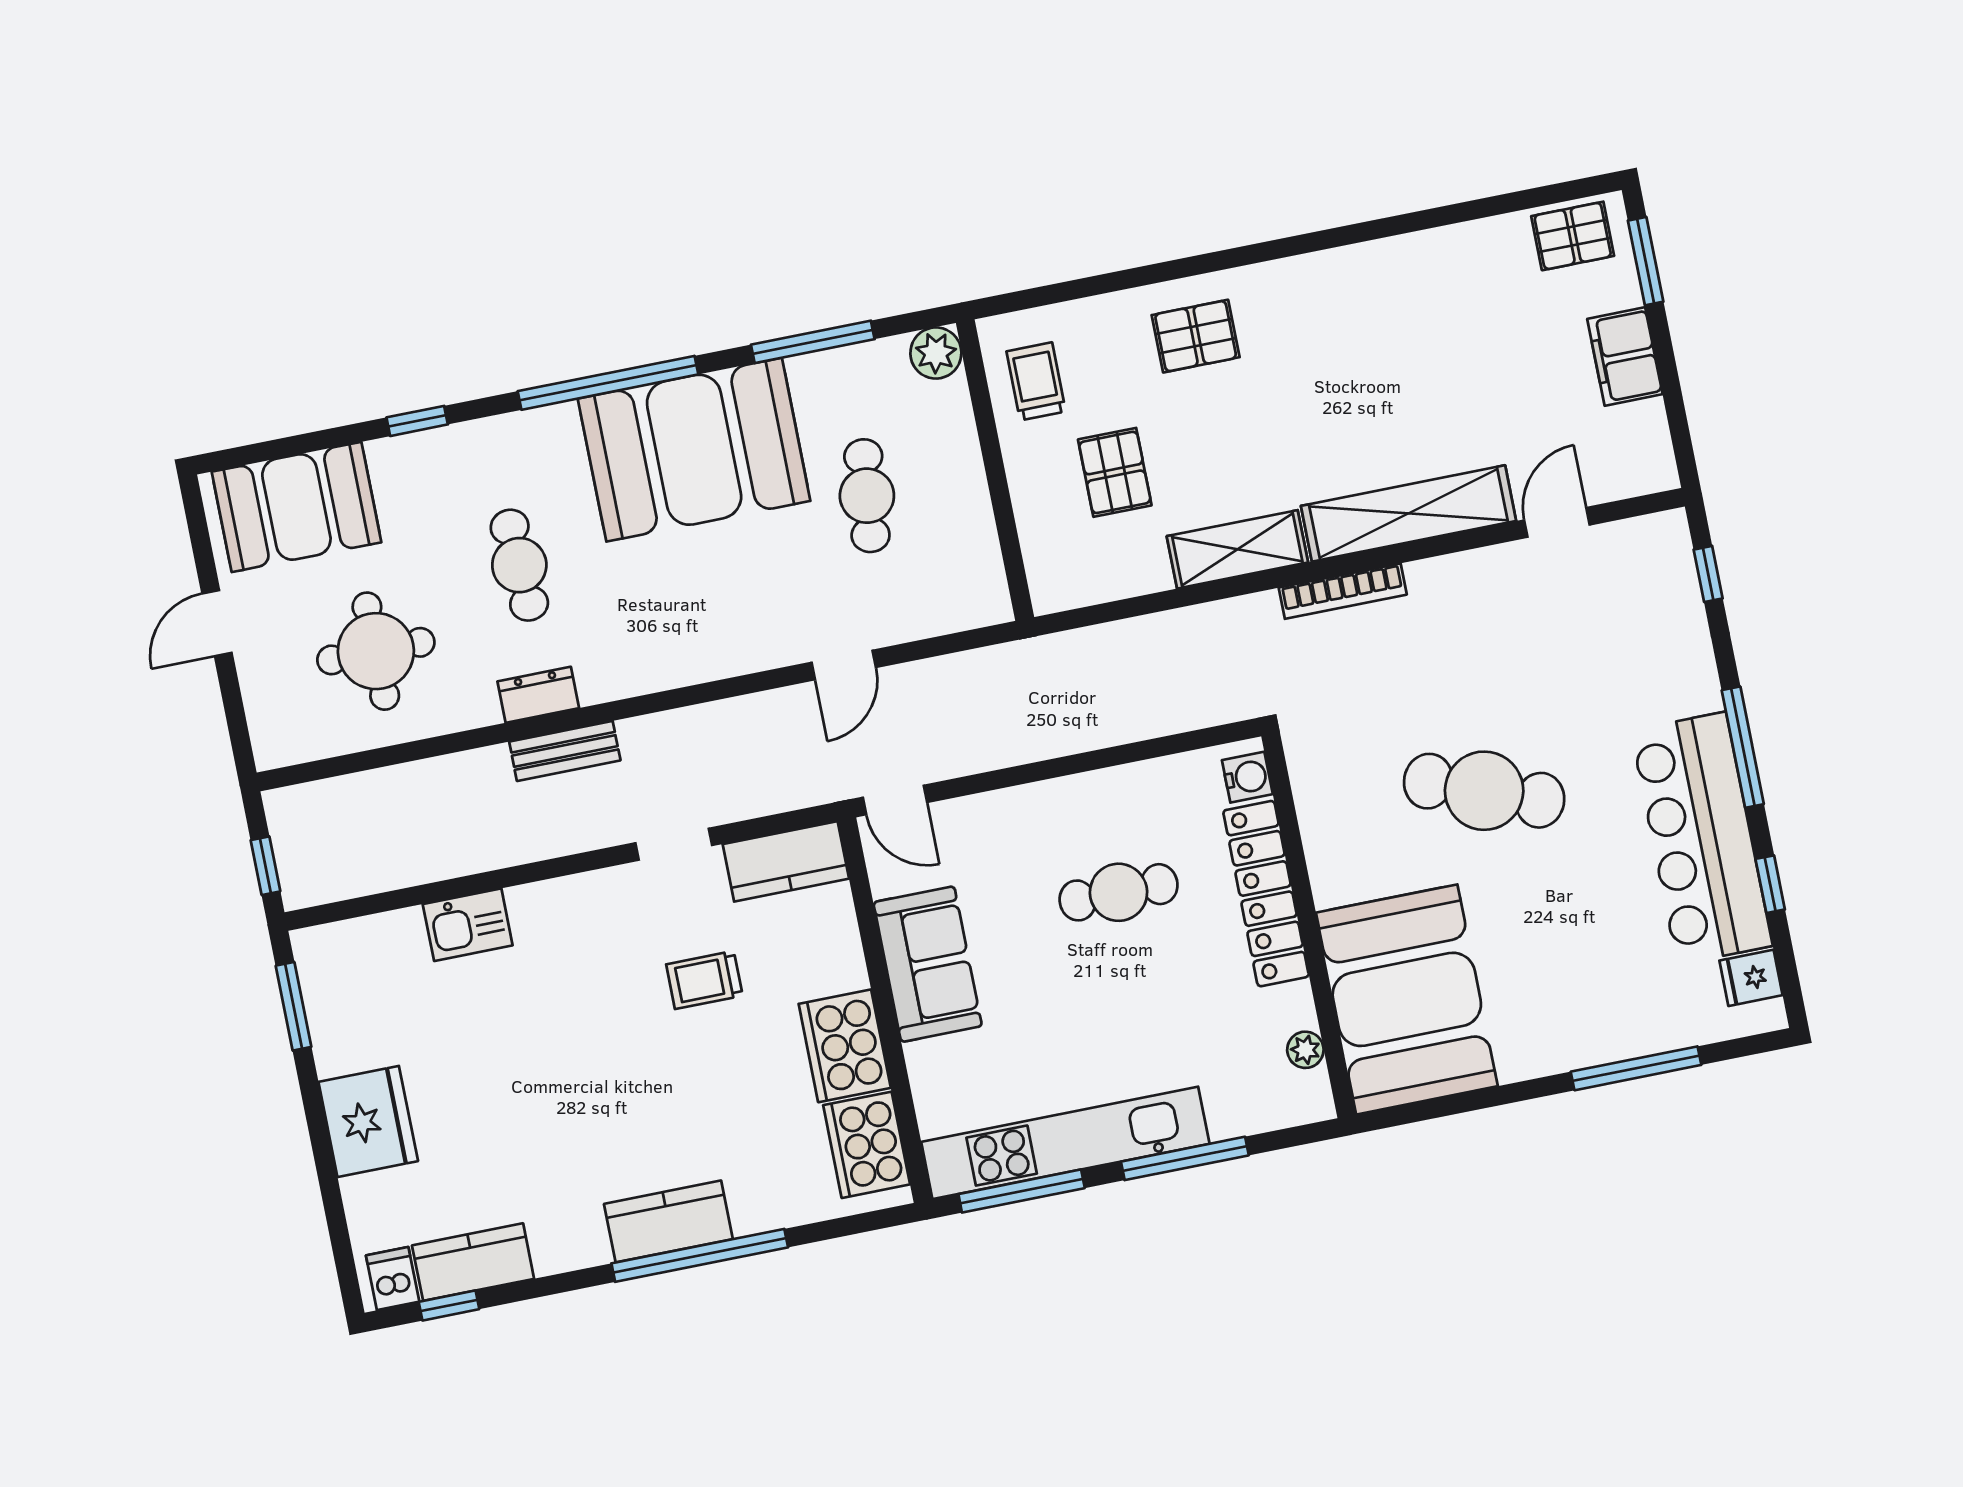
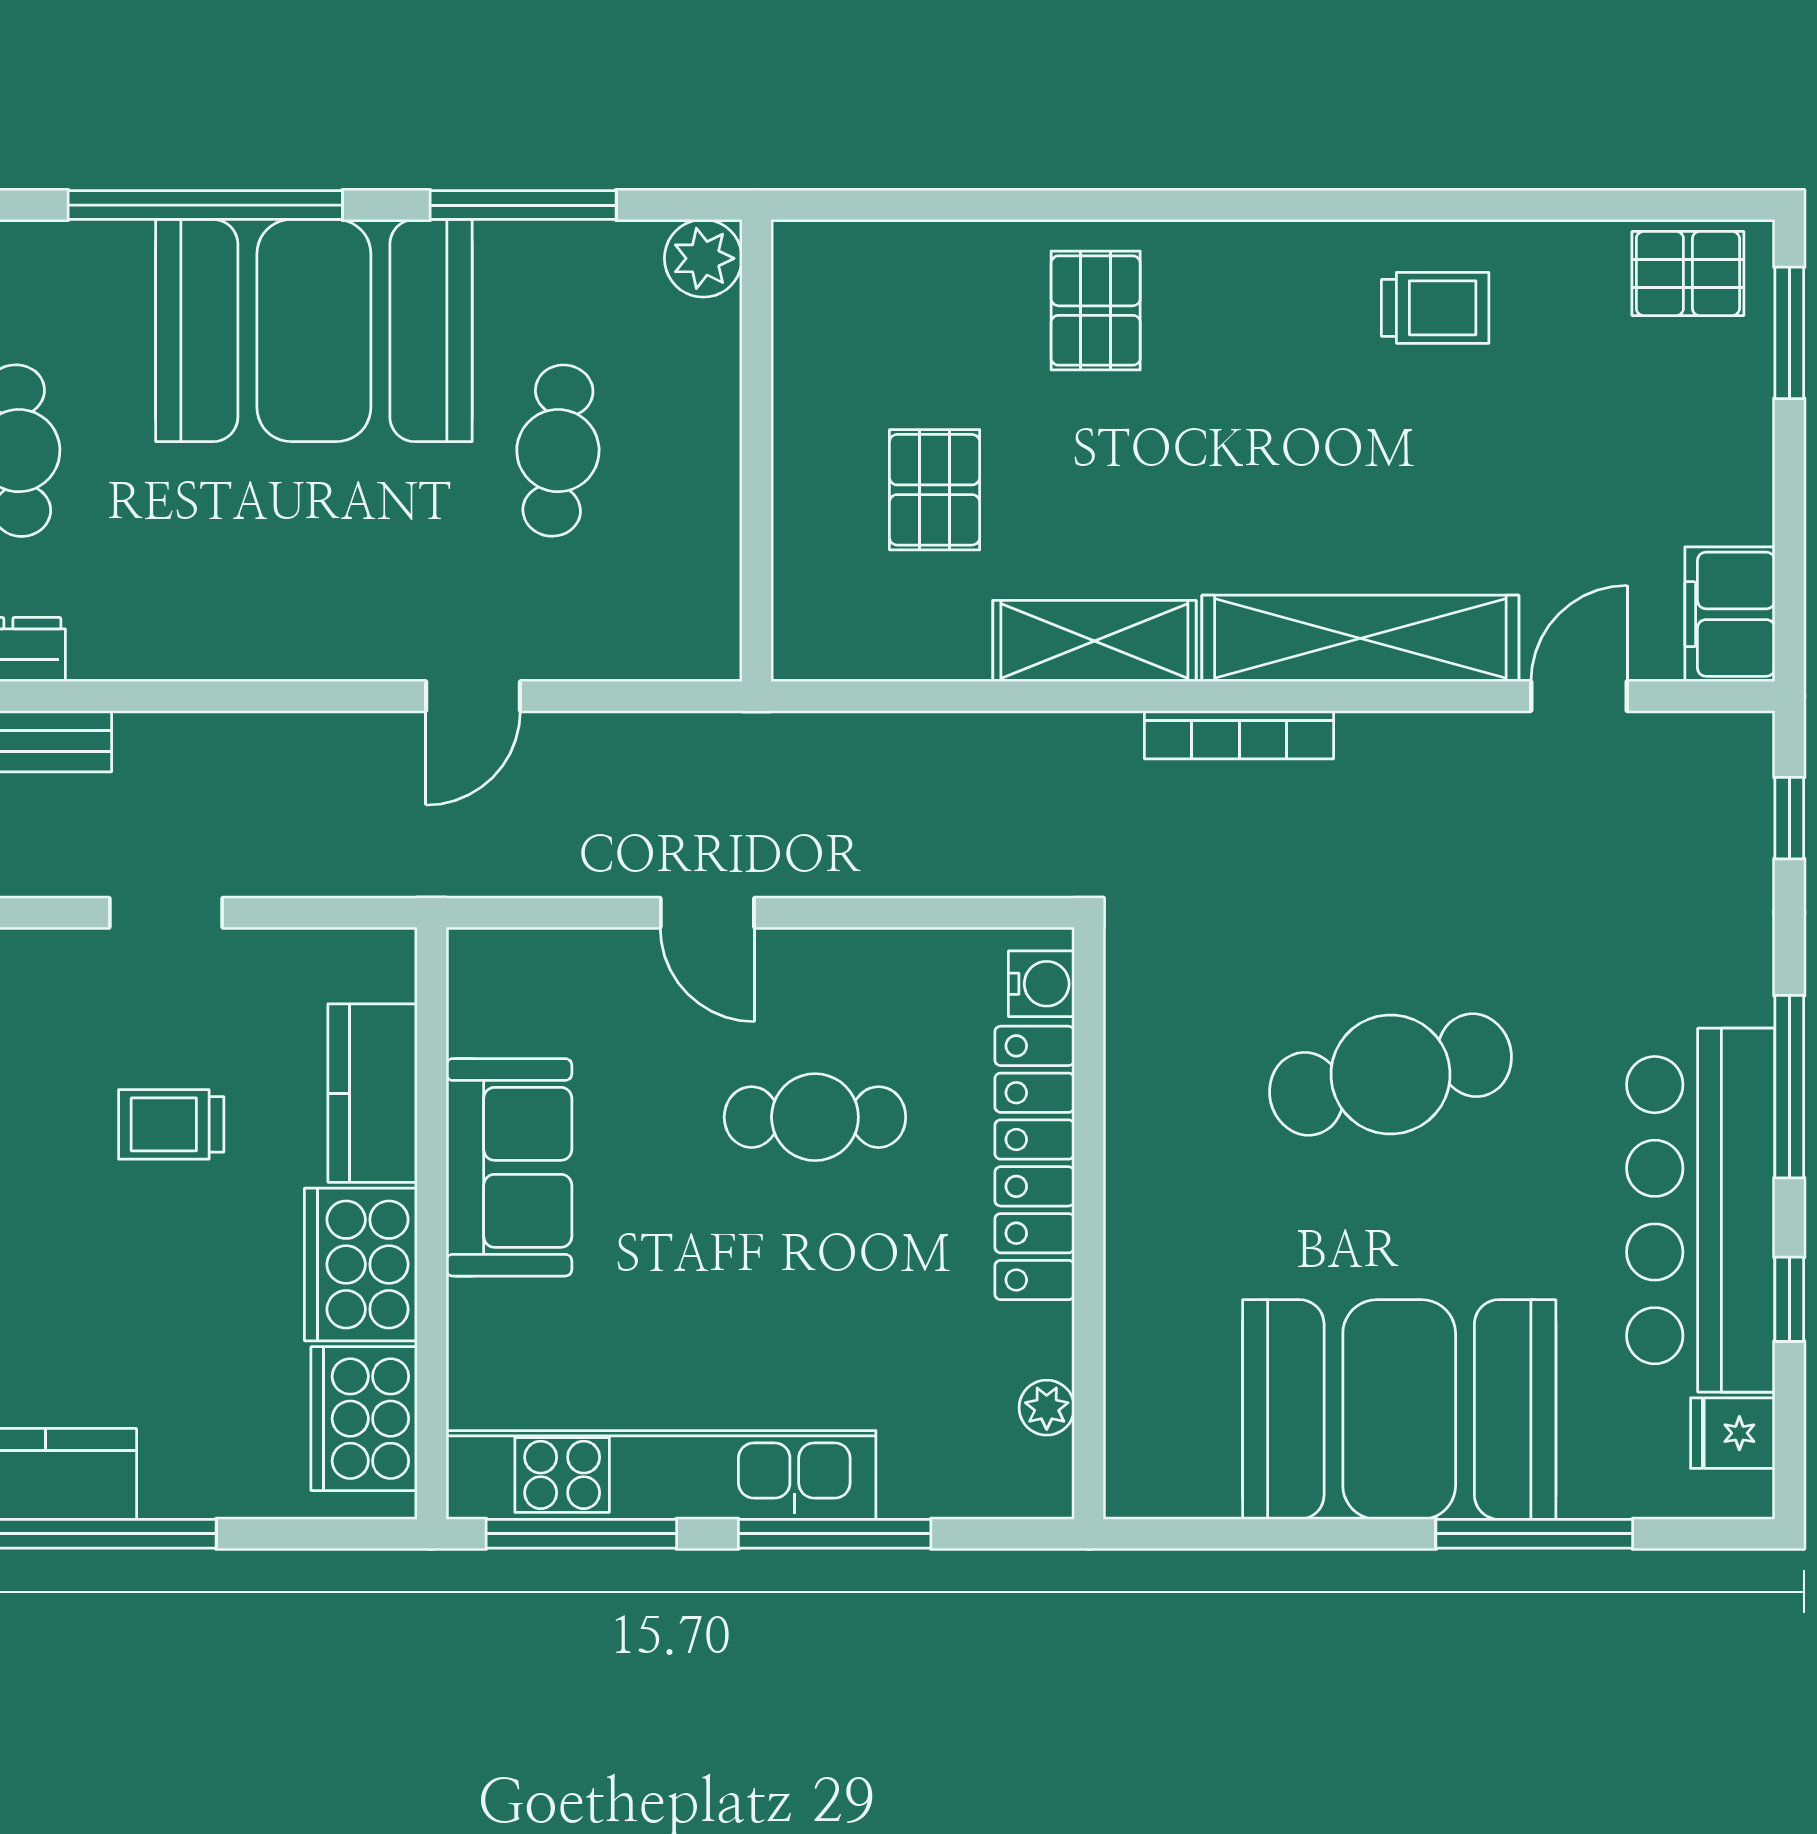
pallet: (1196, 336) -> (1096, 311), turned 90
filing cabinet: (1625, 356) -> (1730, 614), moved
trolley: (1036, 381) -> (1435, 308), moved, turned 90
cafe table: (1484, 791) -> (1391, 1074), turned -34
door: (895, 800) -> (707, 913), moved
kitchen counter: (786, 861) -> (373, 1093), moved, turned 90
booth: (1407, 999) -> (1399, 1410), moved, turned 90

